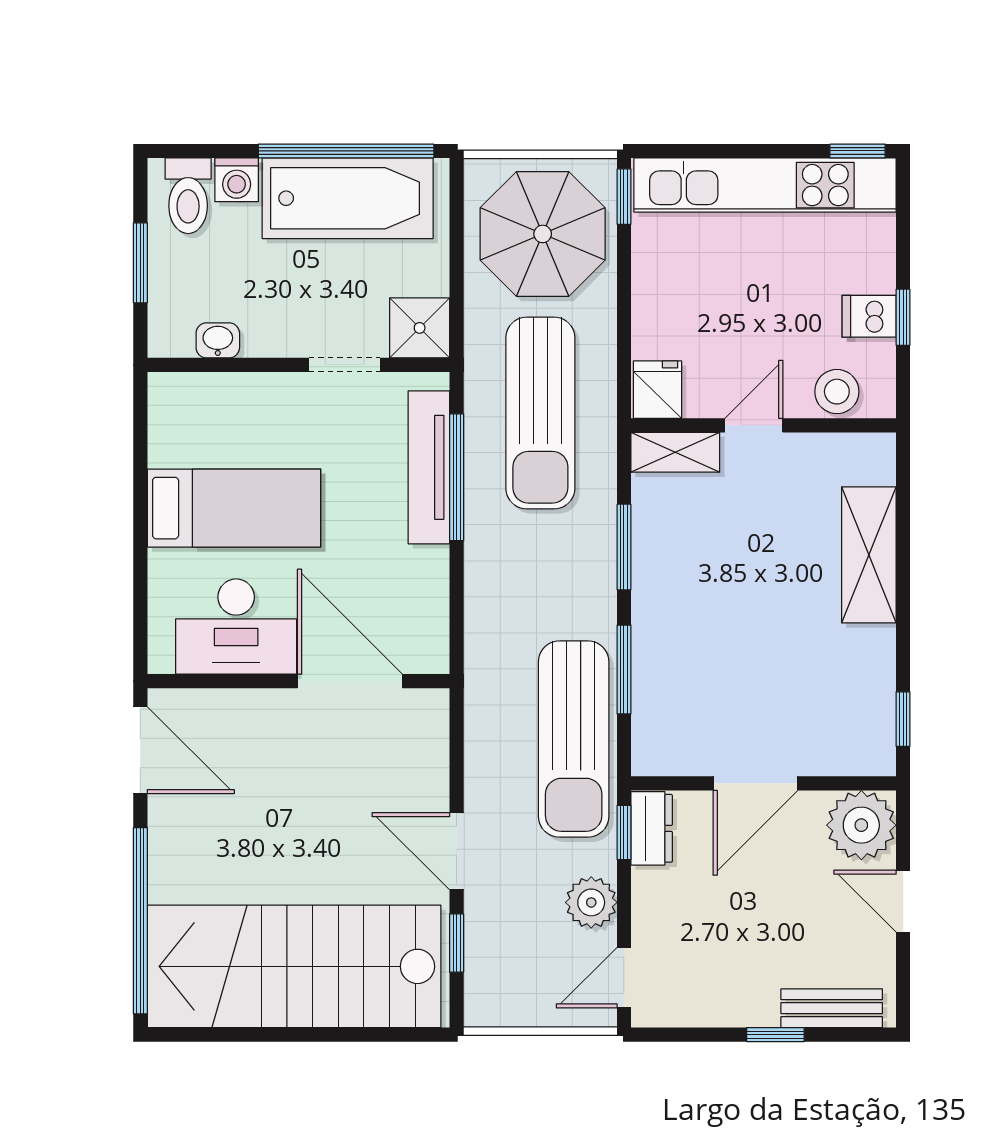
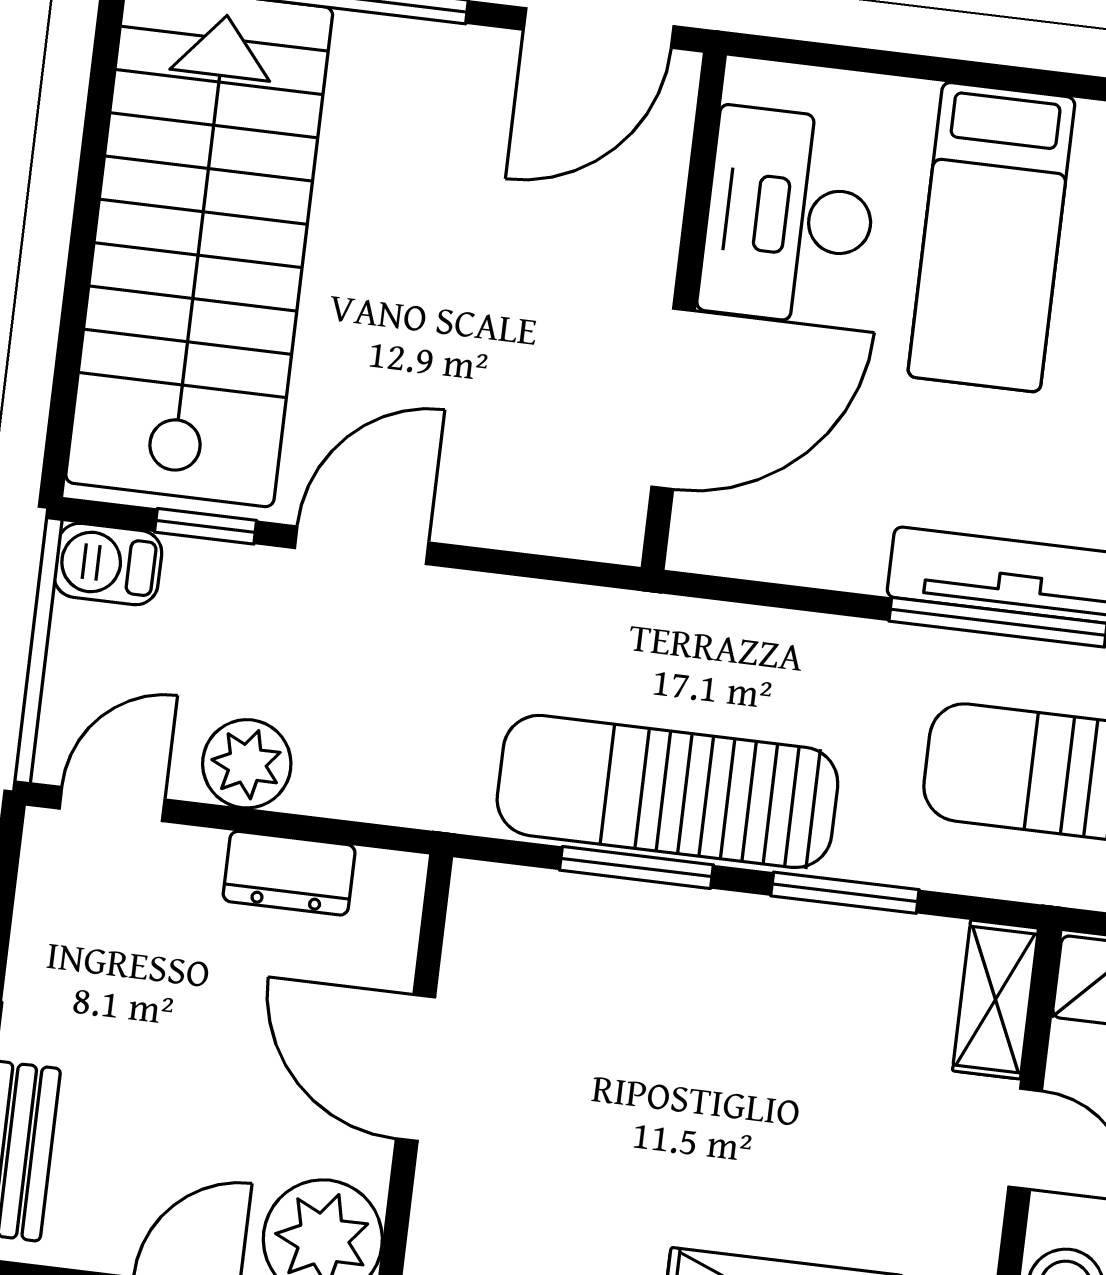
sun lounger: (574, 739) -> (667, 791), moved
dresser: (652, 828) -> (289, 873), moved
window: (624, 832) -> (359, 834), removed
door: (624, 978) -> (112, 804), hinge flipped
barbecue: (485, 997) -> (108, 564), added

